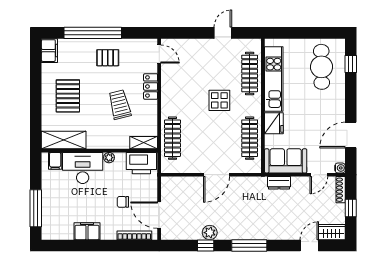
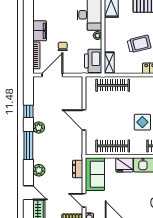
filing cabinet: (87, 231) -> (40, 31), moved
plant: (281, 232) -> (39, 170), added
plant: (210, 233) -> (39, 128), moved

